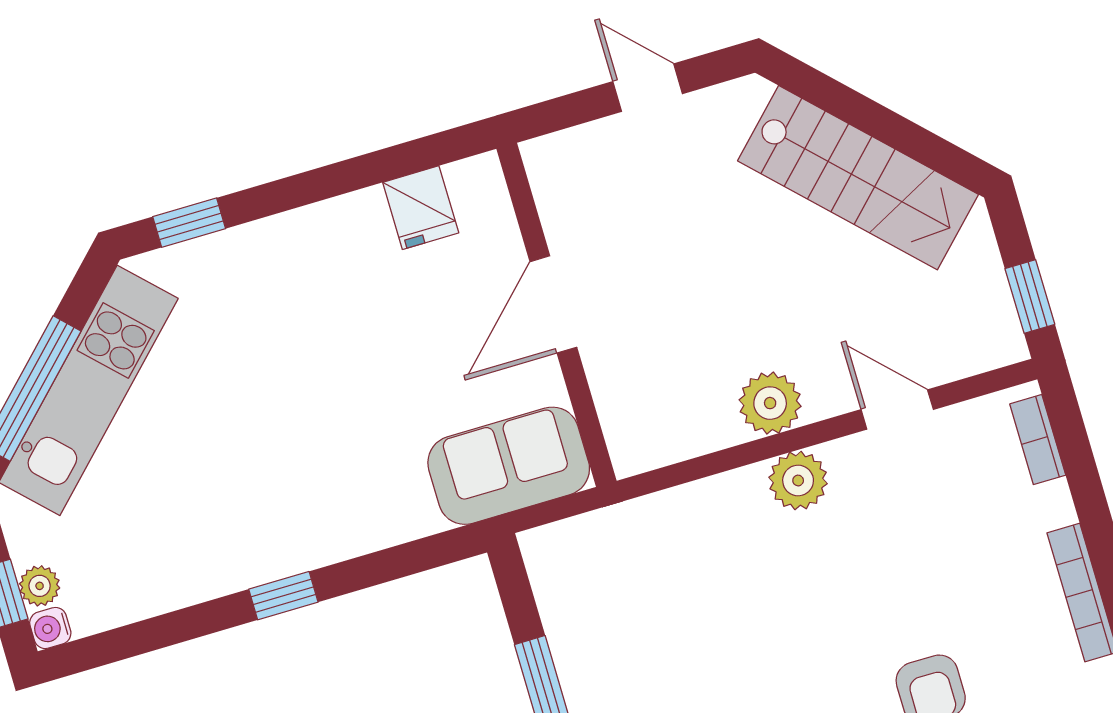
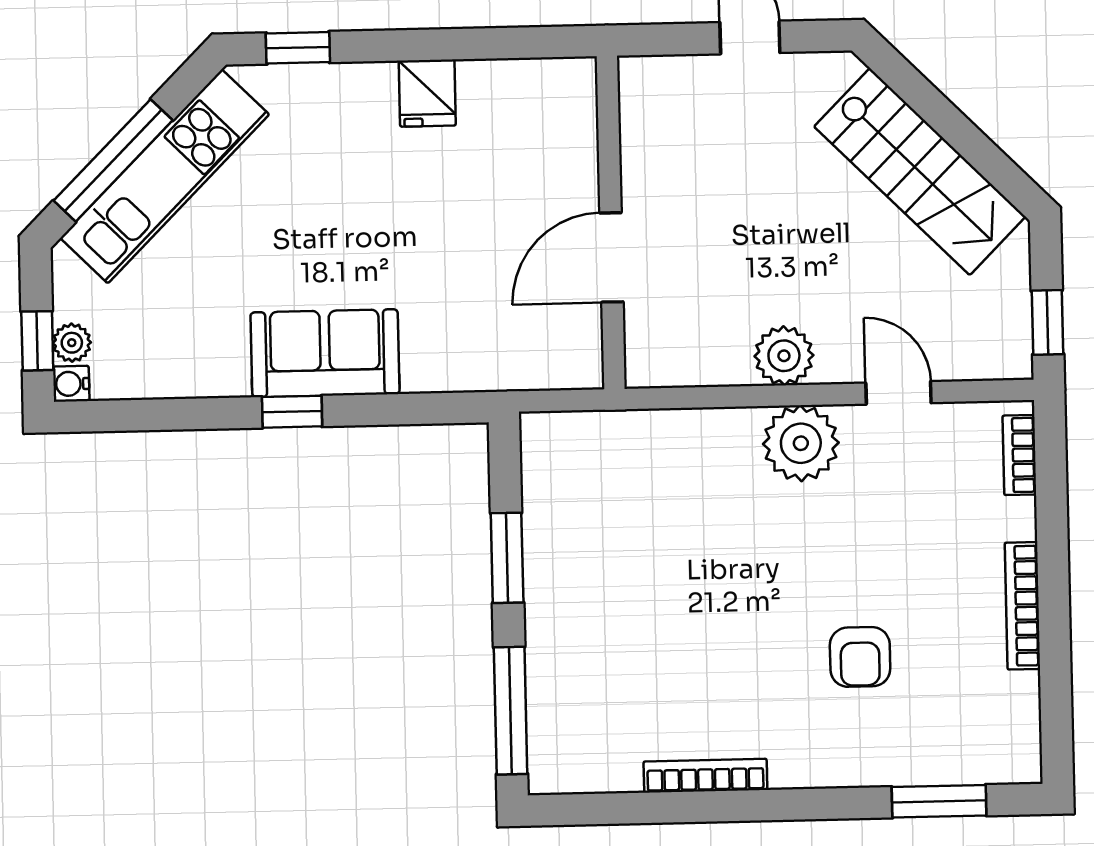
fridge: (421, 208) -> (427, 93), moved
door: (553, 304) -> (611, 257), moved
sofa: (509, 466) -> (325, 353), moved
plant: (798, 480) -> (801, 443), width x1.36, depth x1.36

